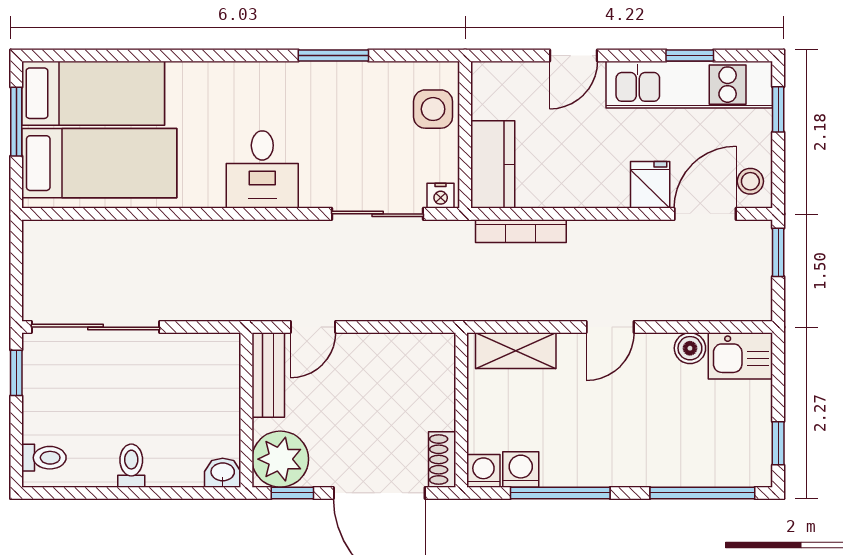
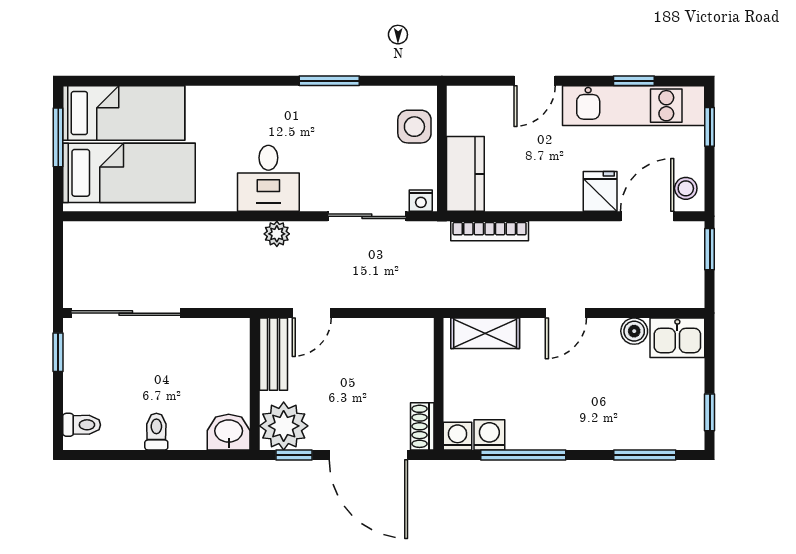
plant: (272, 234) -> (277, 234), added
washbasin: (223, 473) -> (229, 432), width x1.38, depth x1.45
window: (702, 493) -> (645, 455), width x0.69

